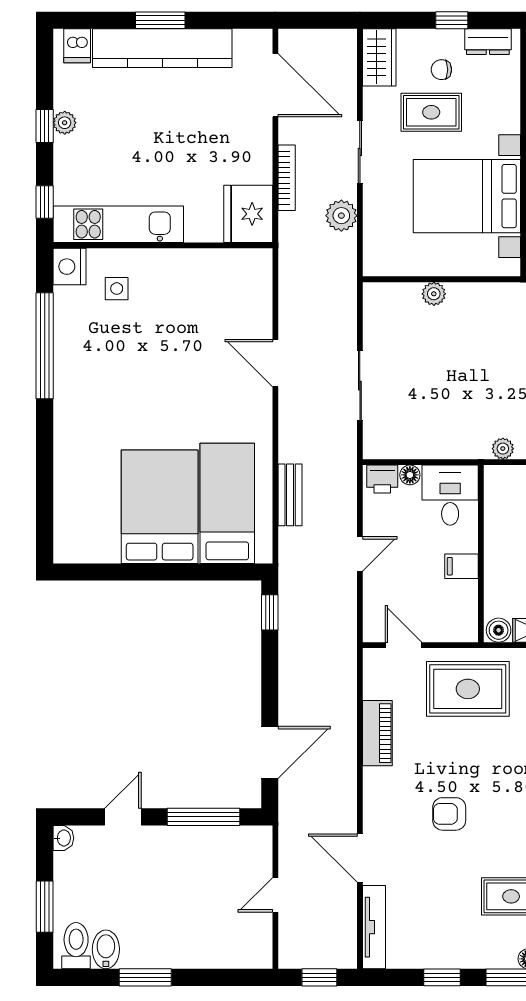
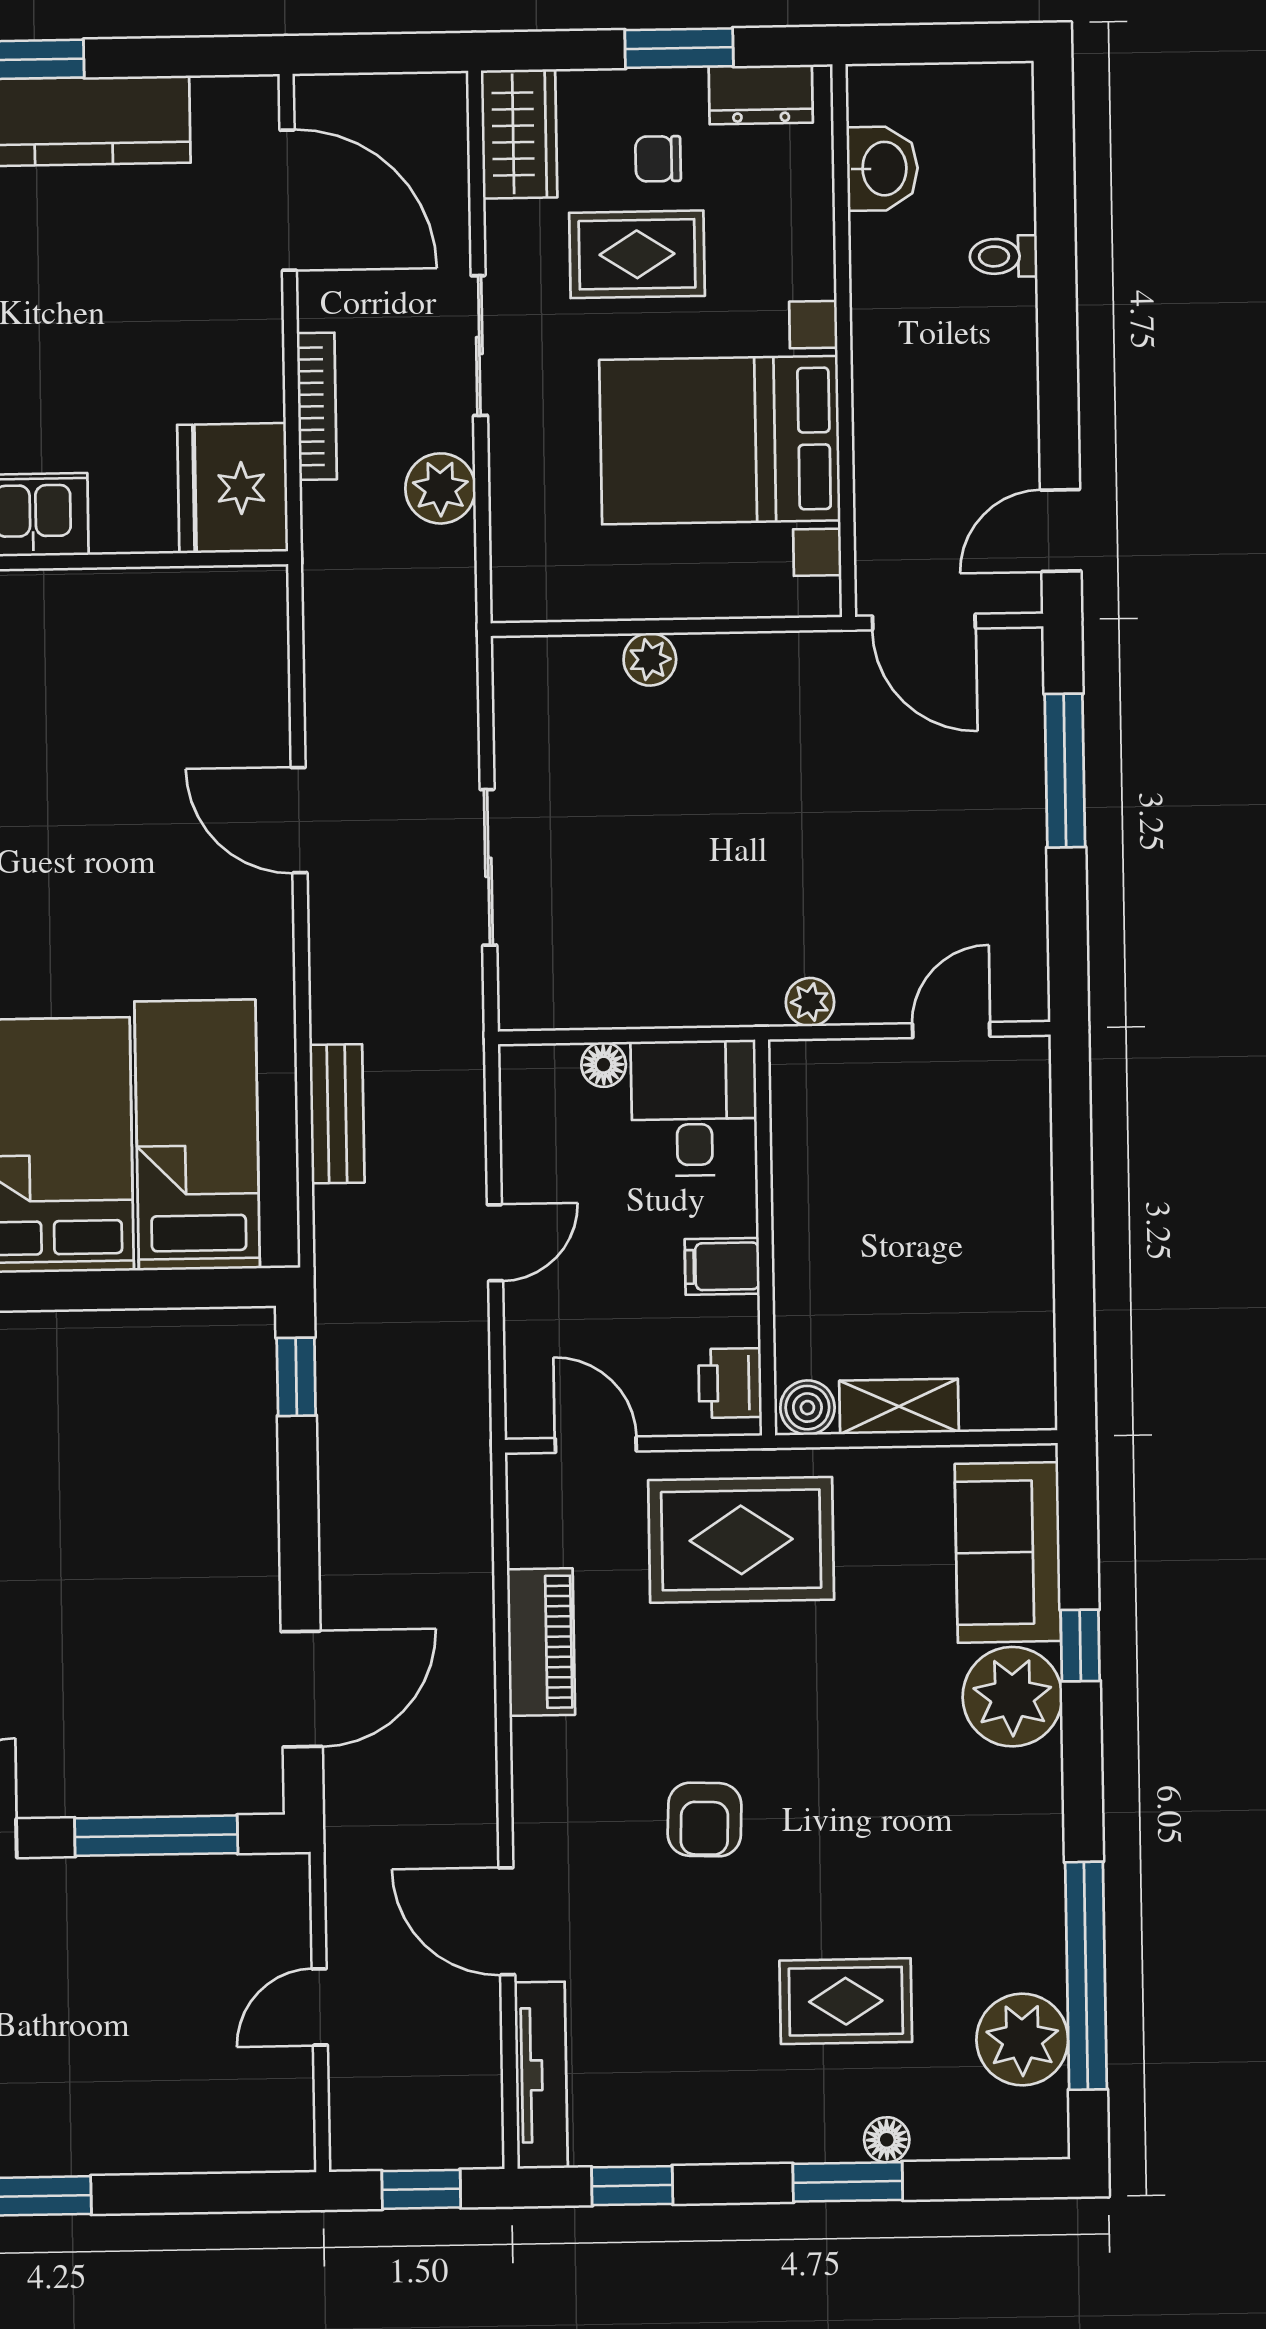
window: (452, 20) -> (679, 48), width x1.50
printer: (382, 479) -> (730, 1383), moved, turned 90
armchair: (449, 814) -> (705, 1819), turned -88
window: (442, 977) -> (632, 2186), moved

